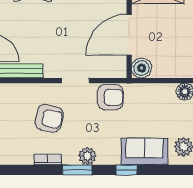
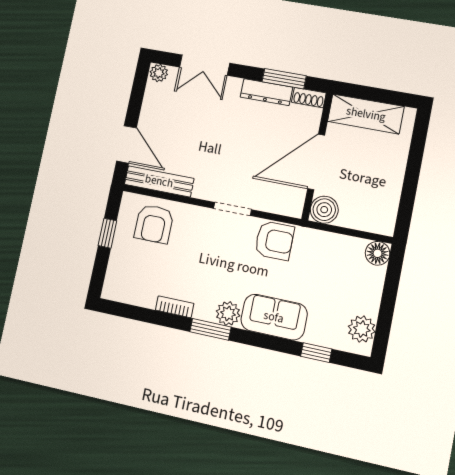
armchair: (49, 118) -> (154, 224), moved, turned 78
sofa: (144, 151) -> (274, 317), moved
window: (126, 170) -> (316, 353), moved

